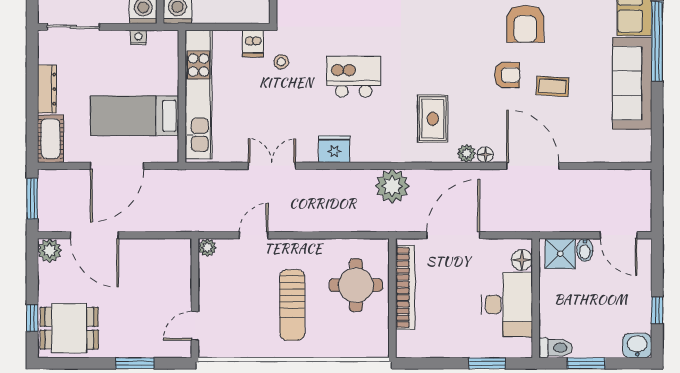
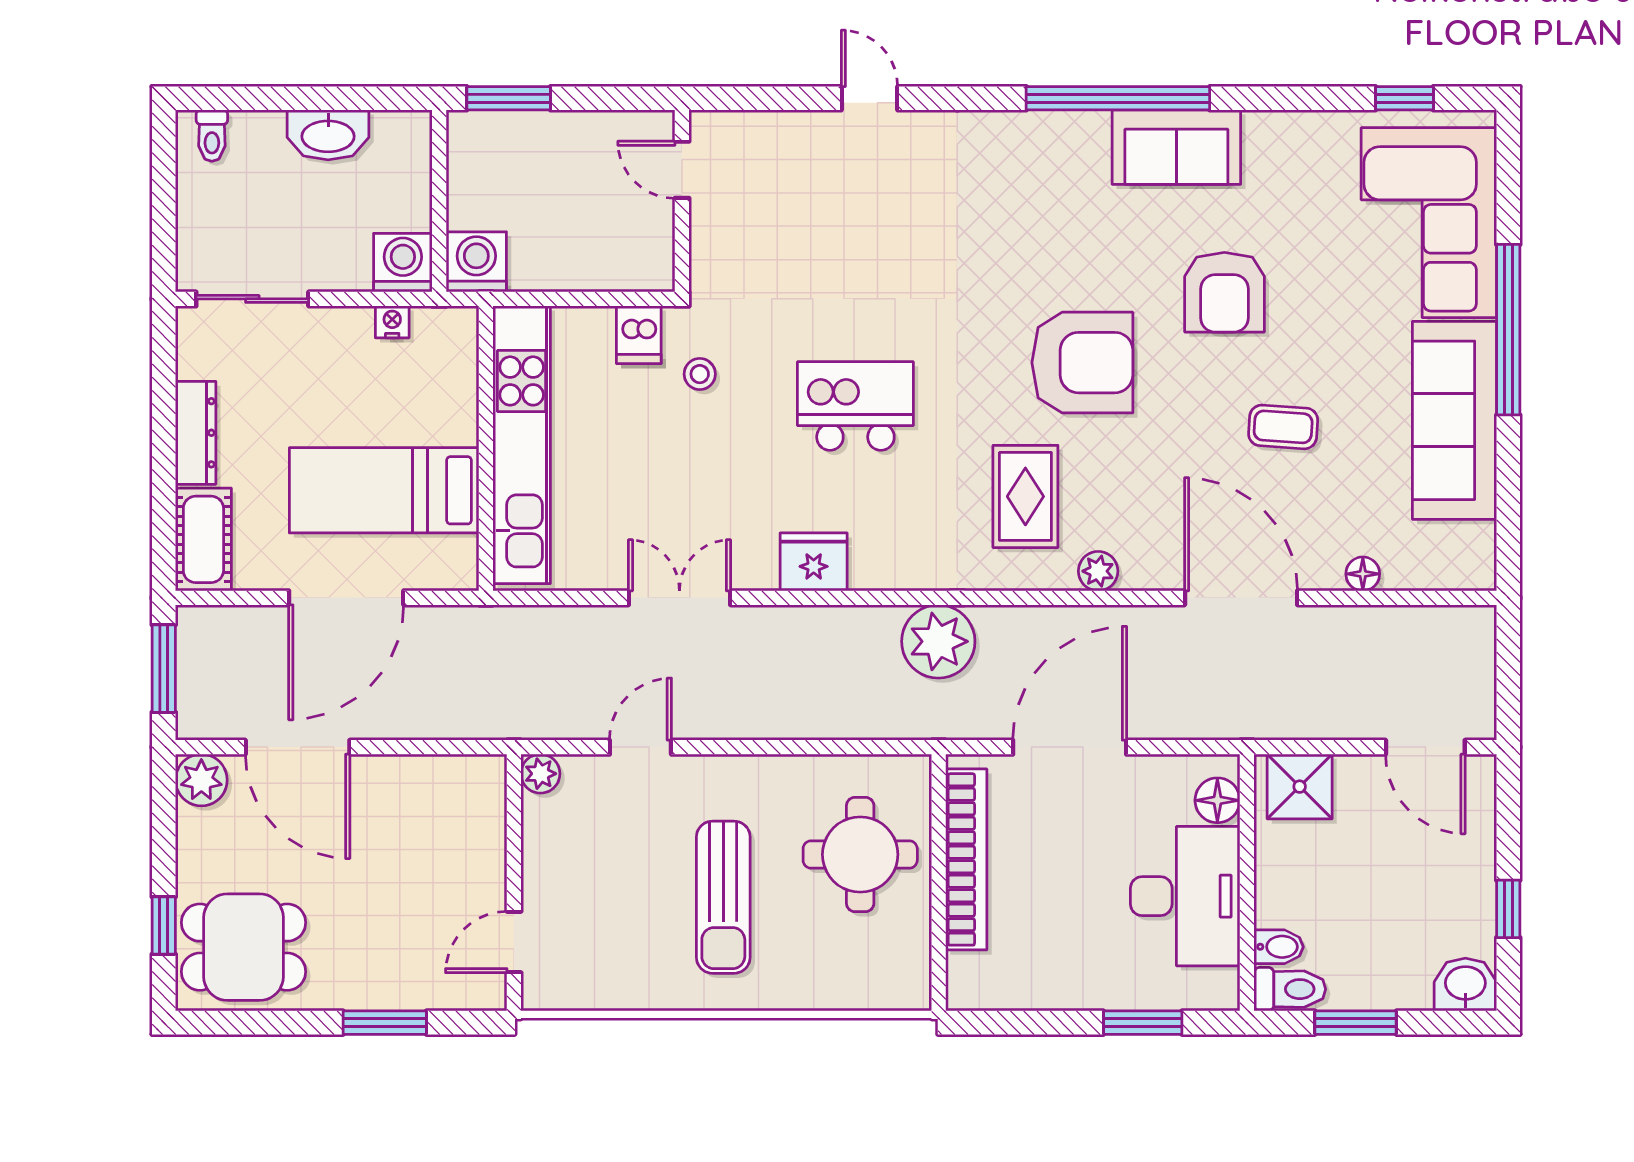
armchair: (507, 75) -> (1082, 363), moved, width x1.88, depth x1.88
floor lamp: (485, 155) -> (1363, 574), moved
bidet: (585, 250) -> (1279, 947), moved, turned -90

